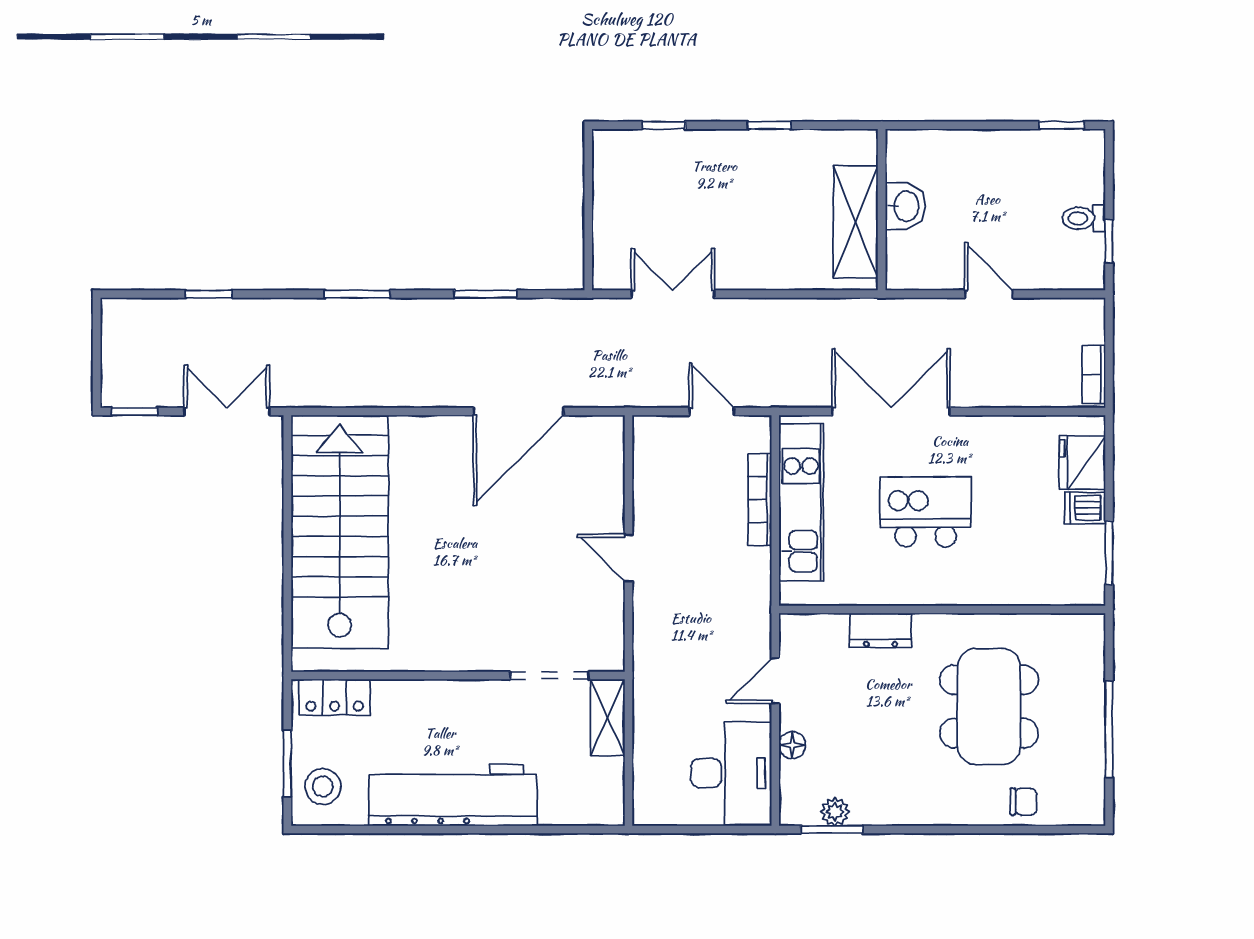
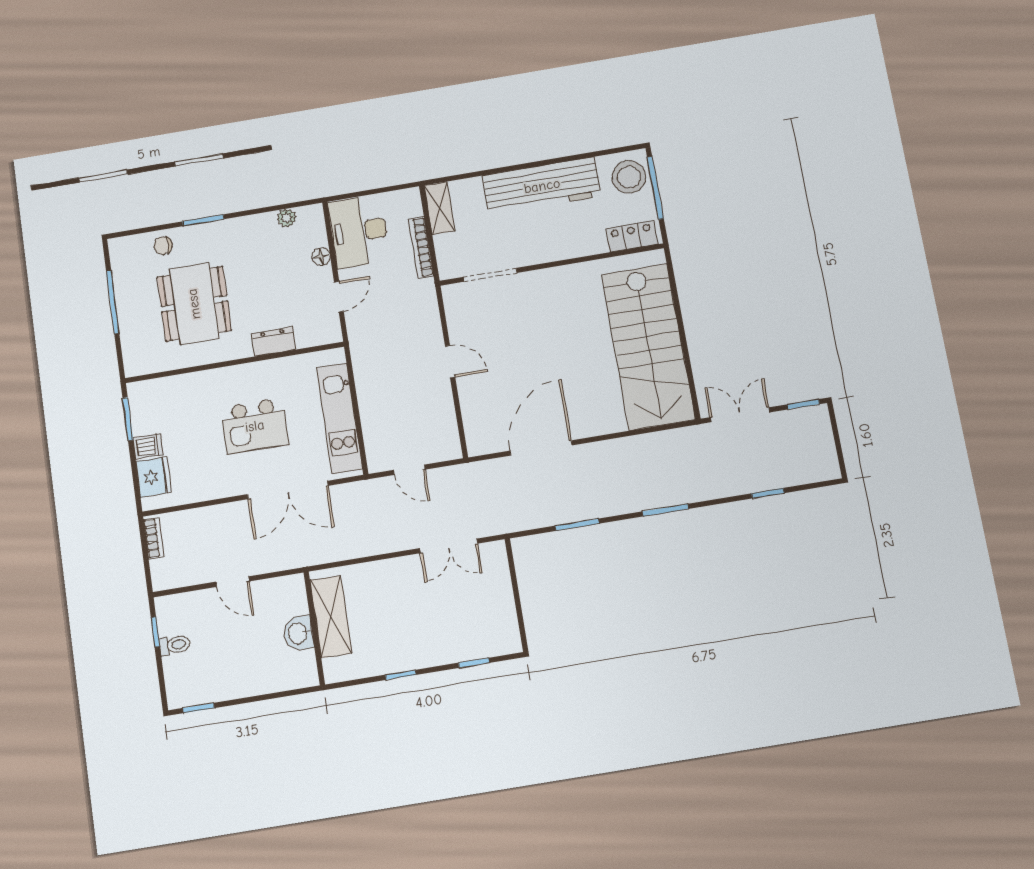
double door: (227, 411) -> (740, 415), swing flipped
bookcase: (760, 500) -> (421, 247), moved, turned 180
shelving: (608, 717) -> (439, 208), moved
window: (287, 764) -> (655, 188), width x1.44
stool: (323, 787) -> (629, 177), width x1.38, depth x1.38
window: (832, 830) -> (203, 220), moved

